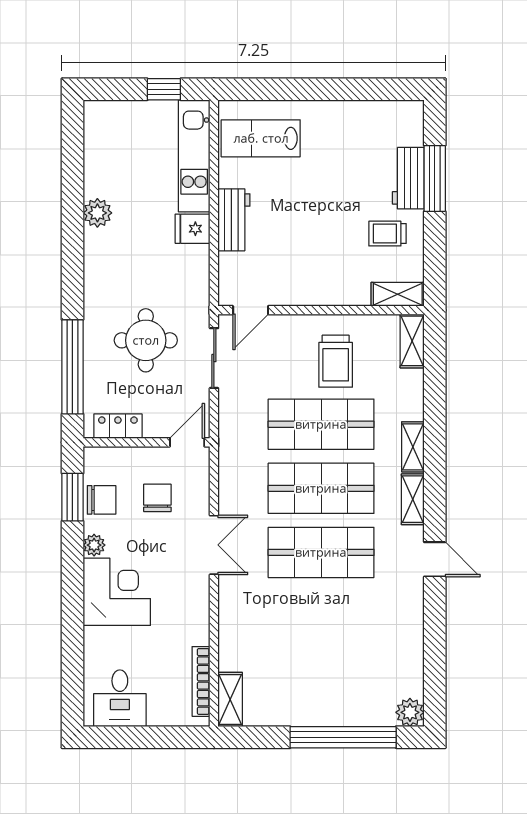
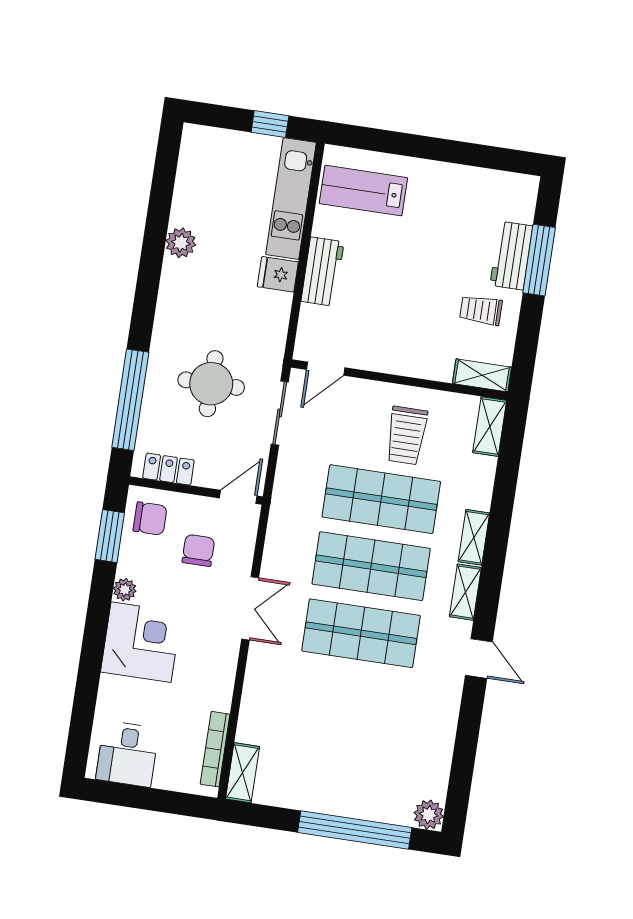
chair: (102, 500) -> (150, 519), moved

